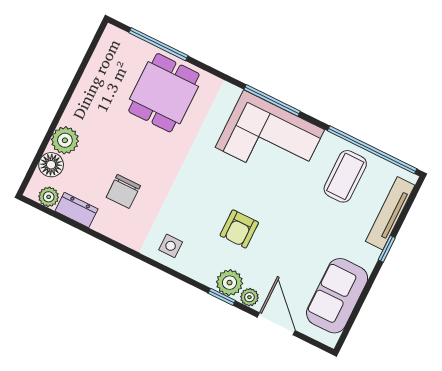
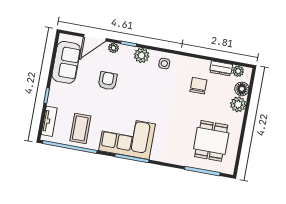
dining table: (164, 93) -> (211, 141), moved
tv unit: (390, 213) -> (49, 121), width x0.71
armchair: (239, 229) -> (108, 81), moved
plant: (230, 283) -> (142, 55), moved
door: (276, 324) -> (95, 38), hinge flipped

